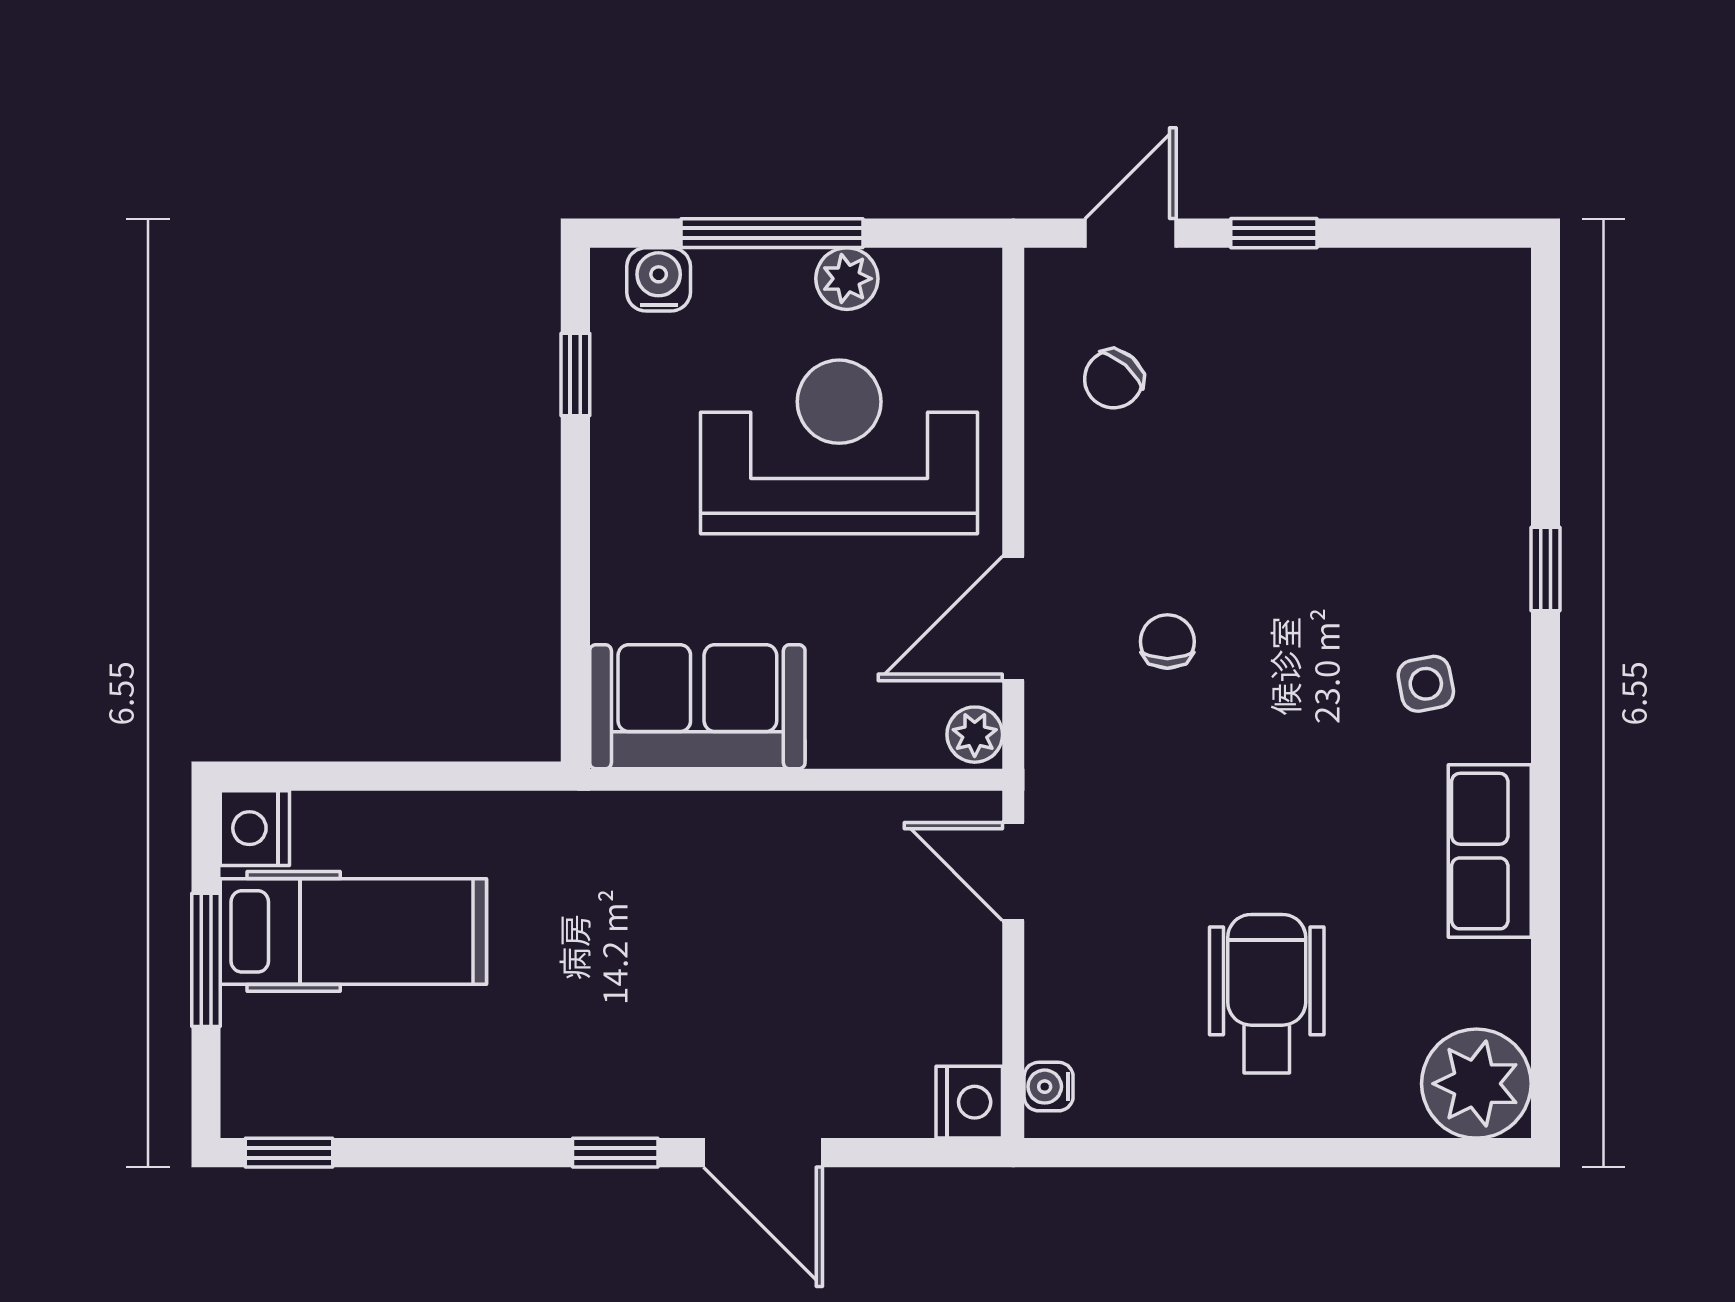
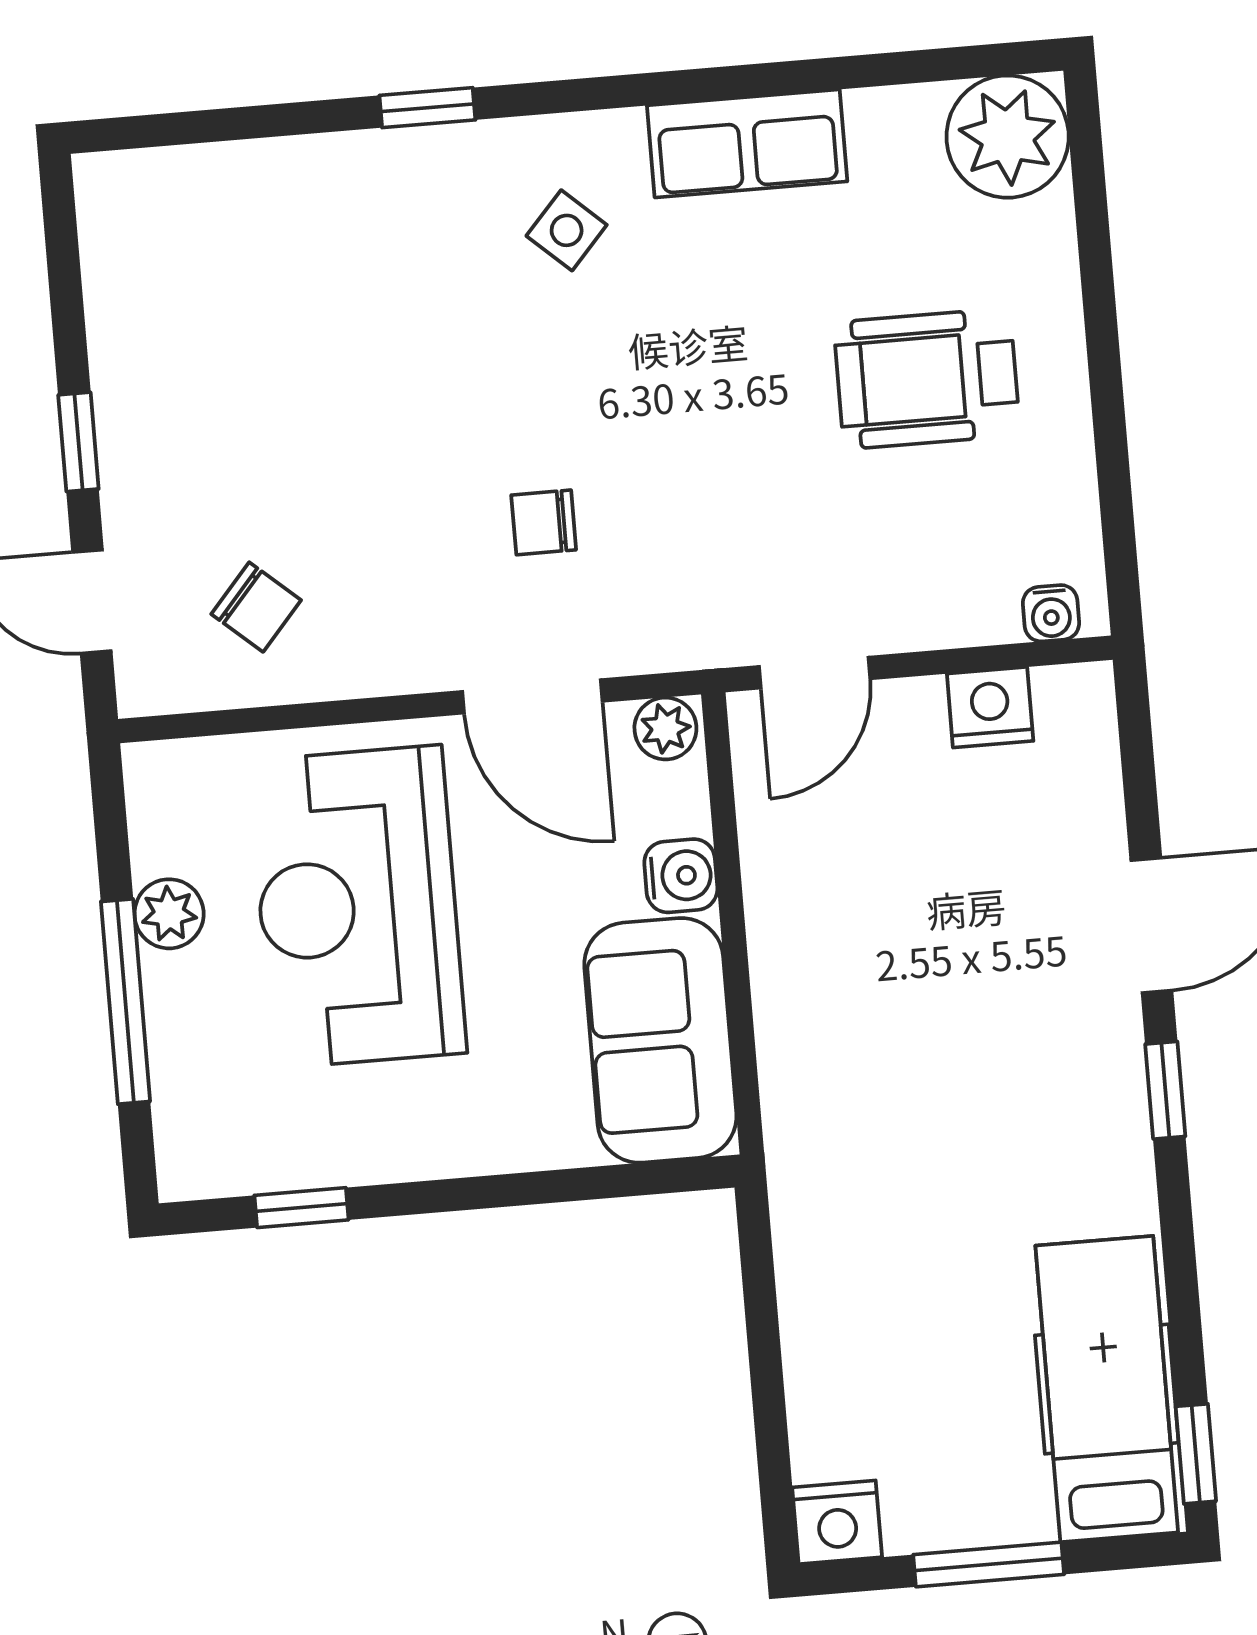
water cooler: (659, 279) -> (681, 876), moved, turned 180
side table: (1426, 684) -> (567, 230), turned -37
hospital bed: (353, 931) -> (1107, 1389), moved
nightstand: (969, 1102) -> (990, 707), moved

